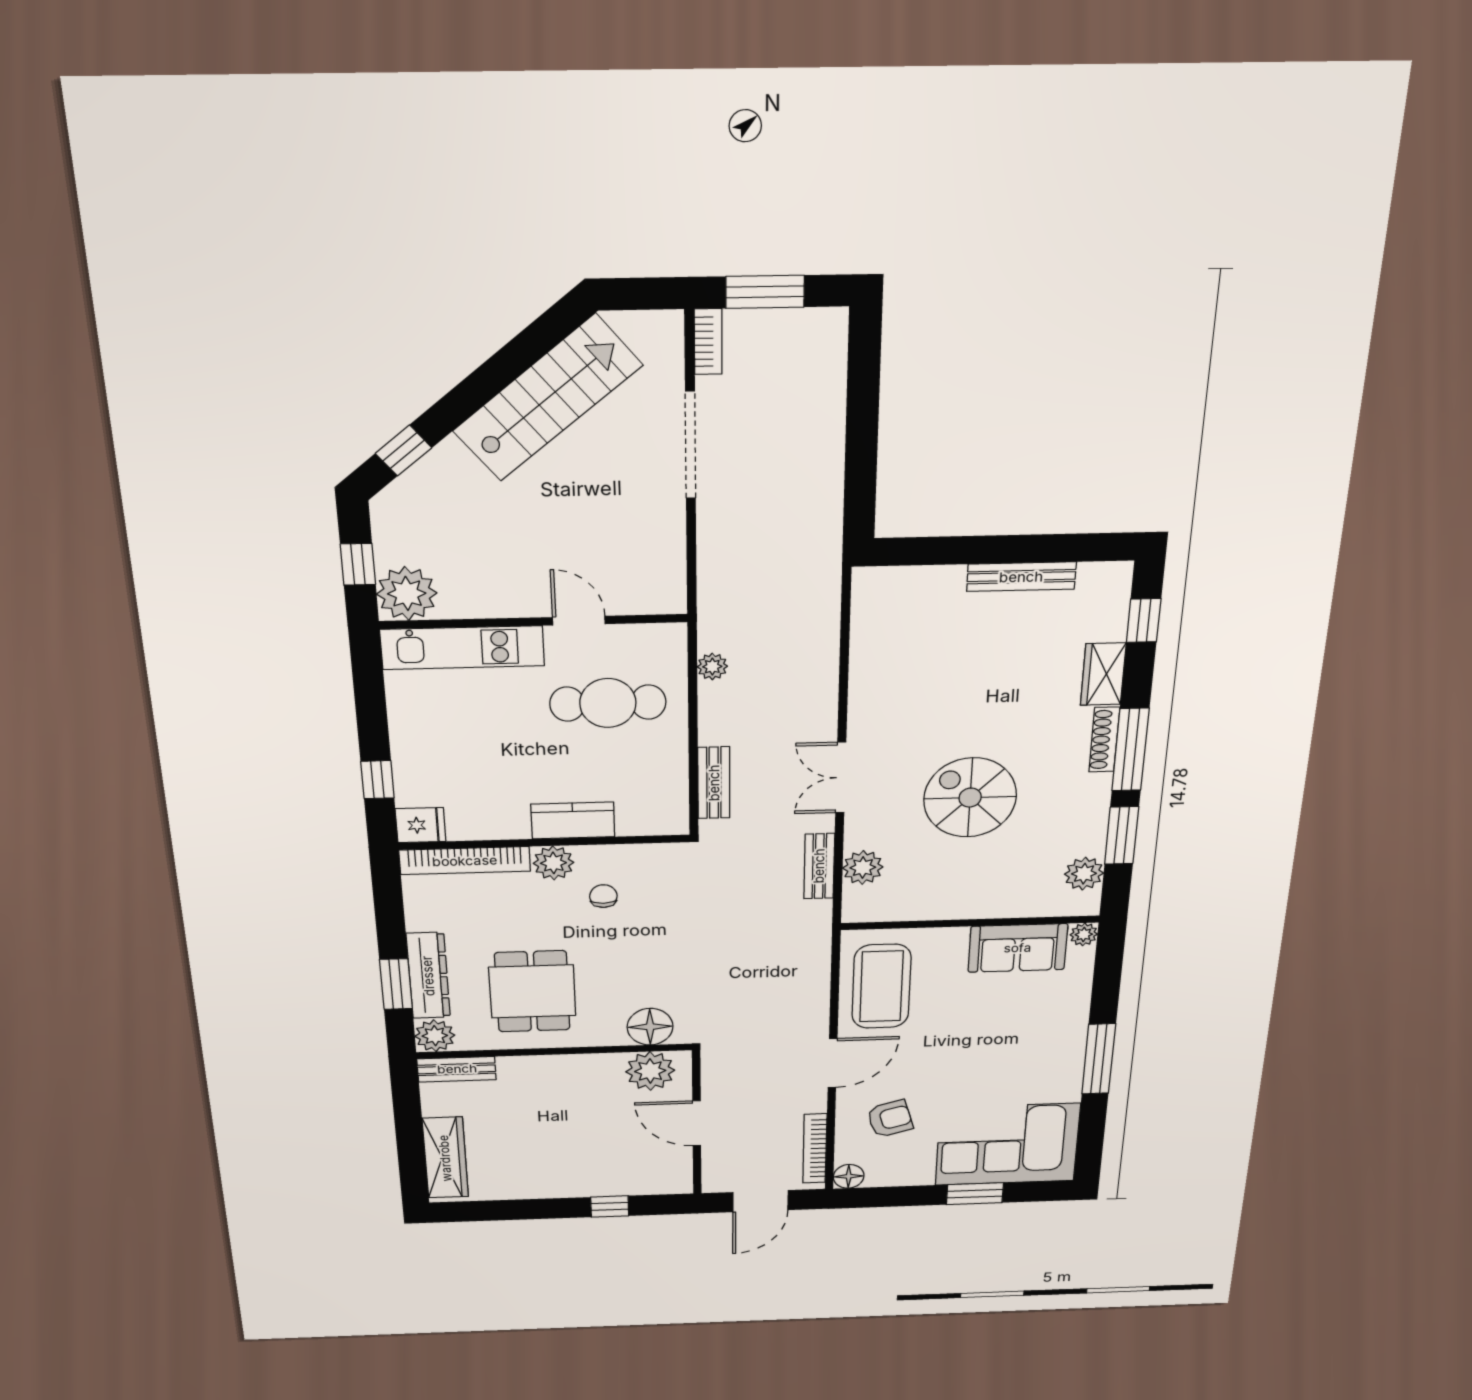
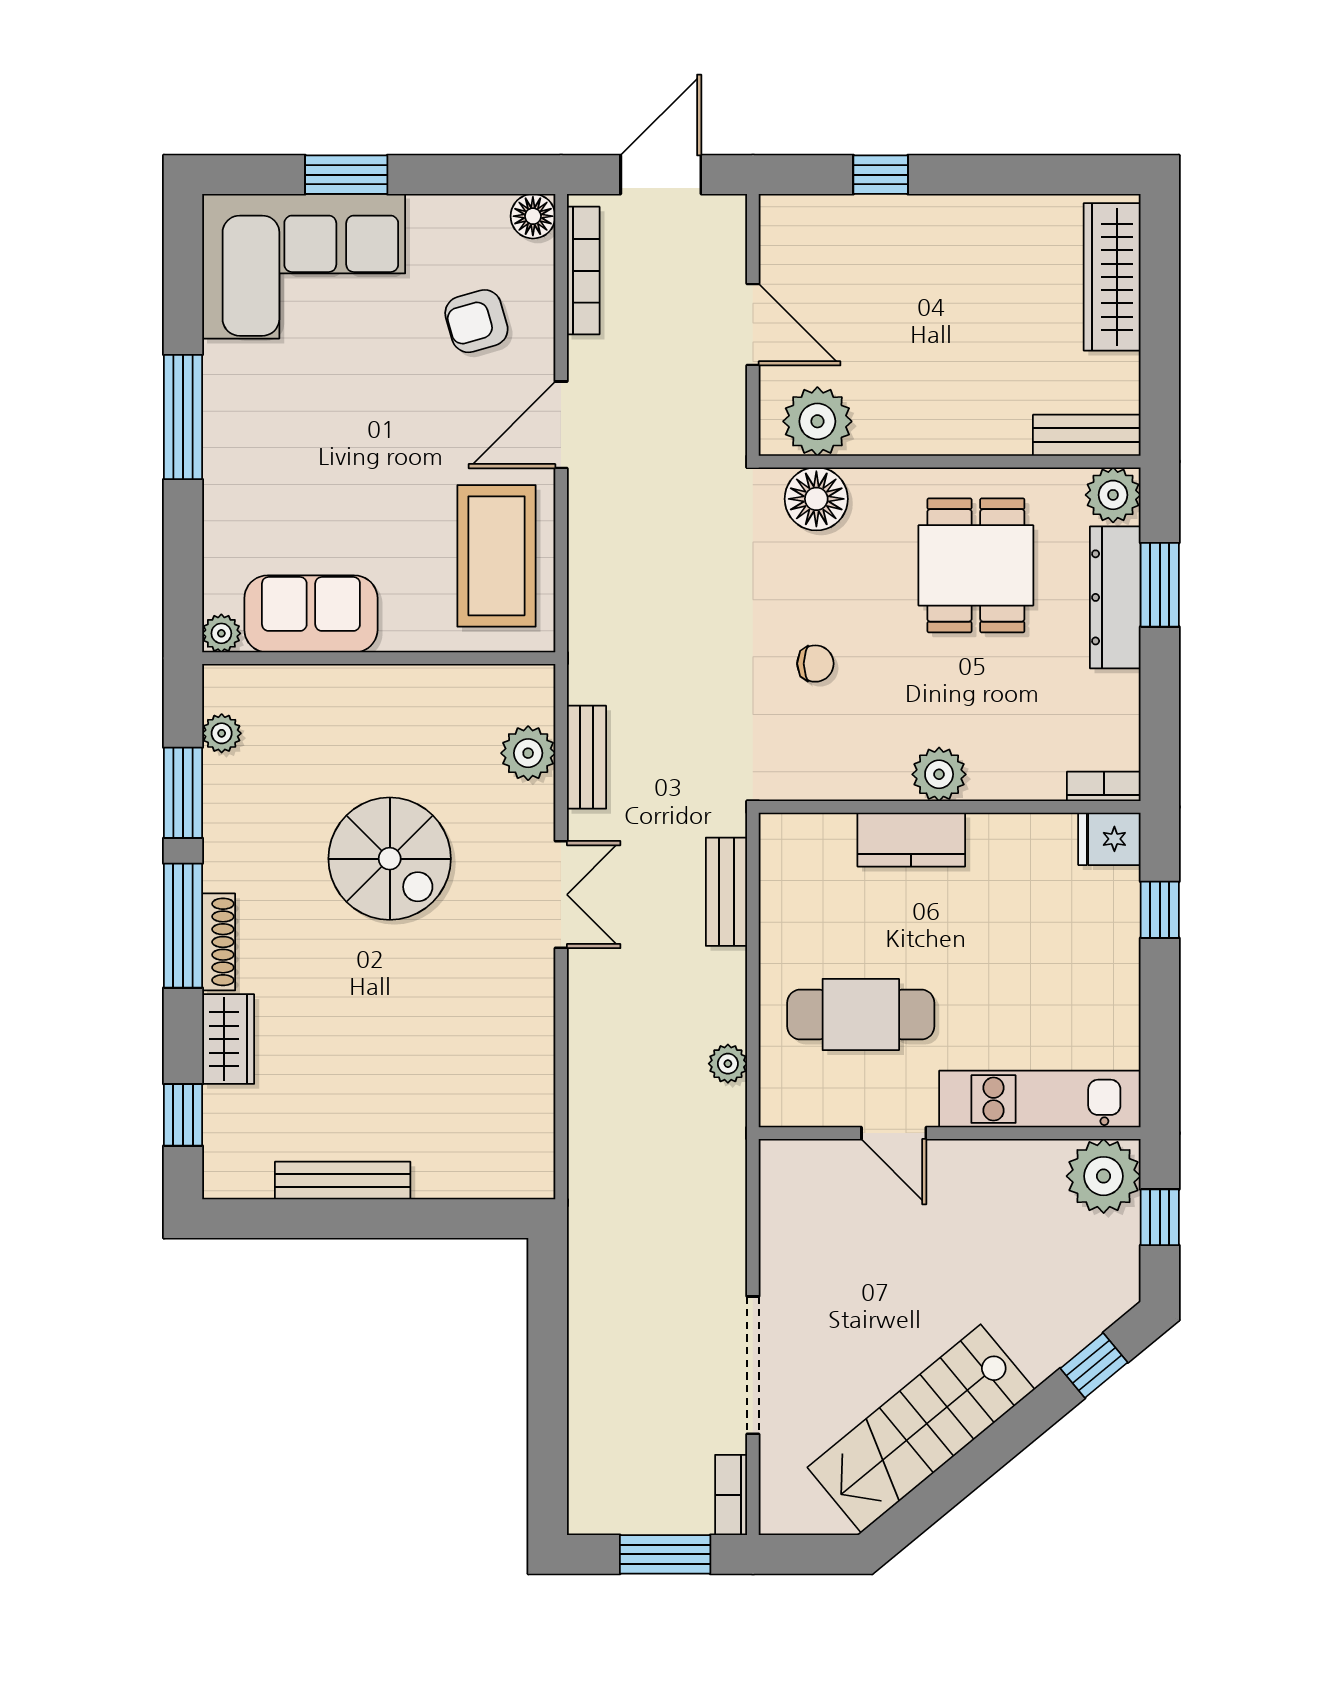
bookcase: (465, 861) -> (1104, 786), width x0.43, depth x0.76
plant: (1084, 874) -> (222, 733), width x0.73, depth x0.73
chair: (603, 896) -> (815, 664), moved, turned -90

